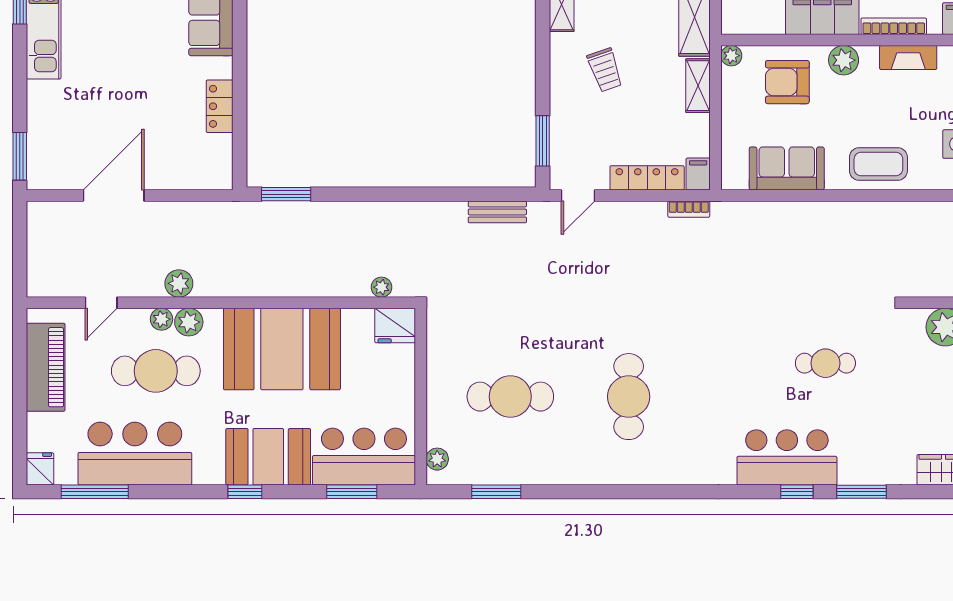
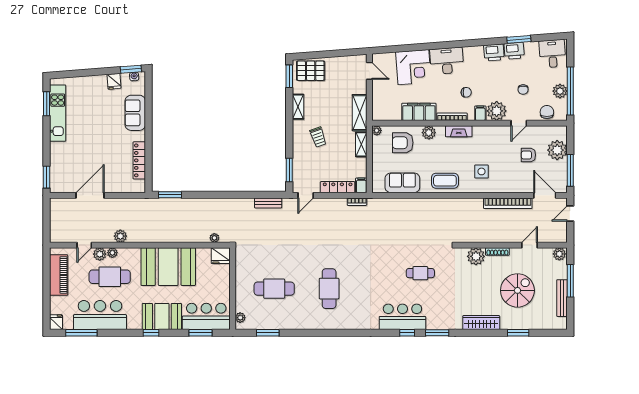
locker: (220, 106) -> (139, 160), width x1.53
plant: (189, 322) -> (100, 254), moved

